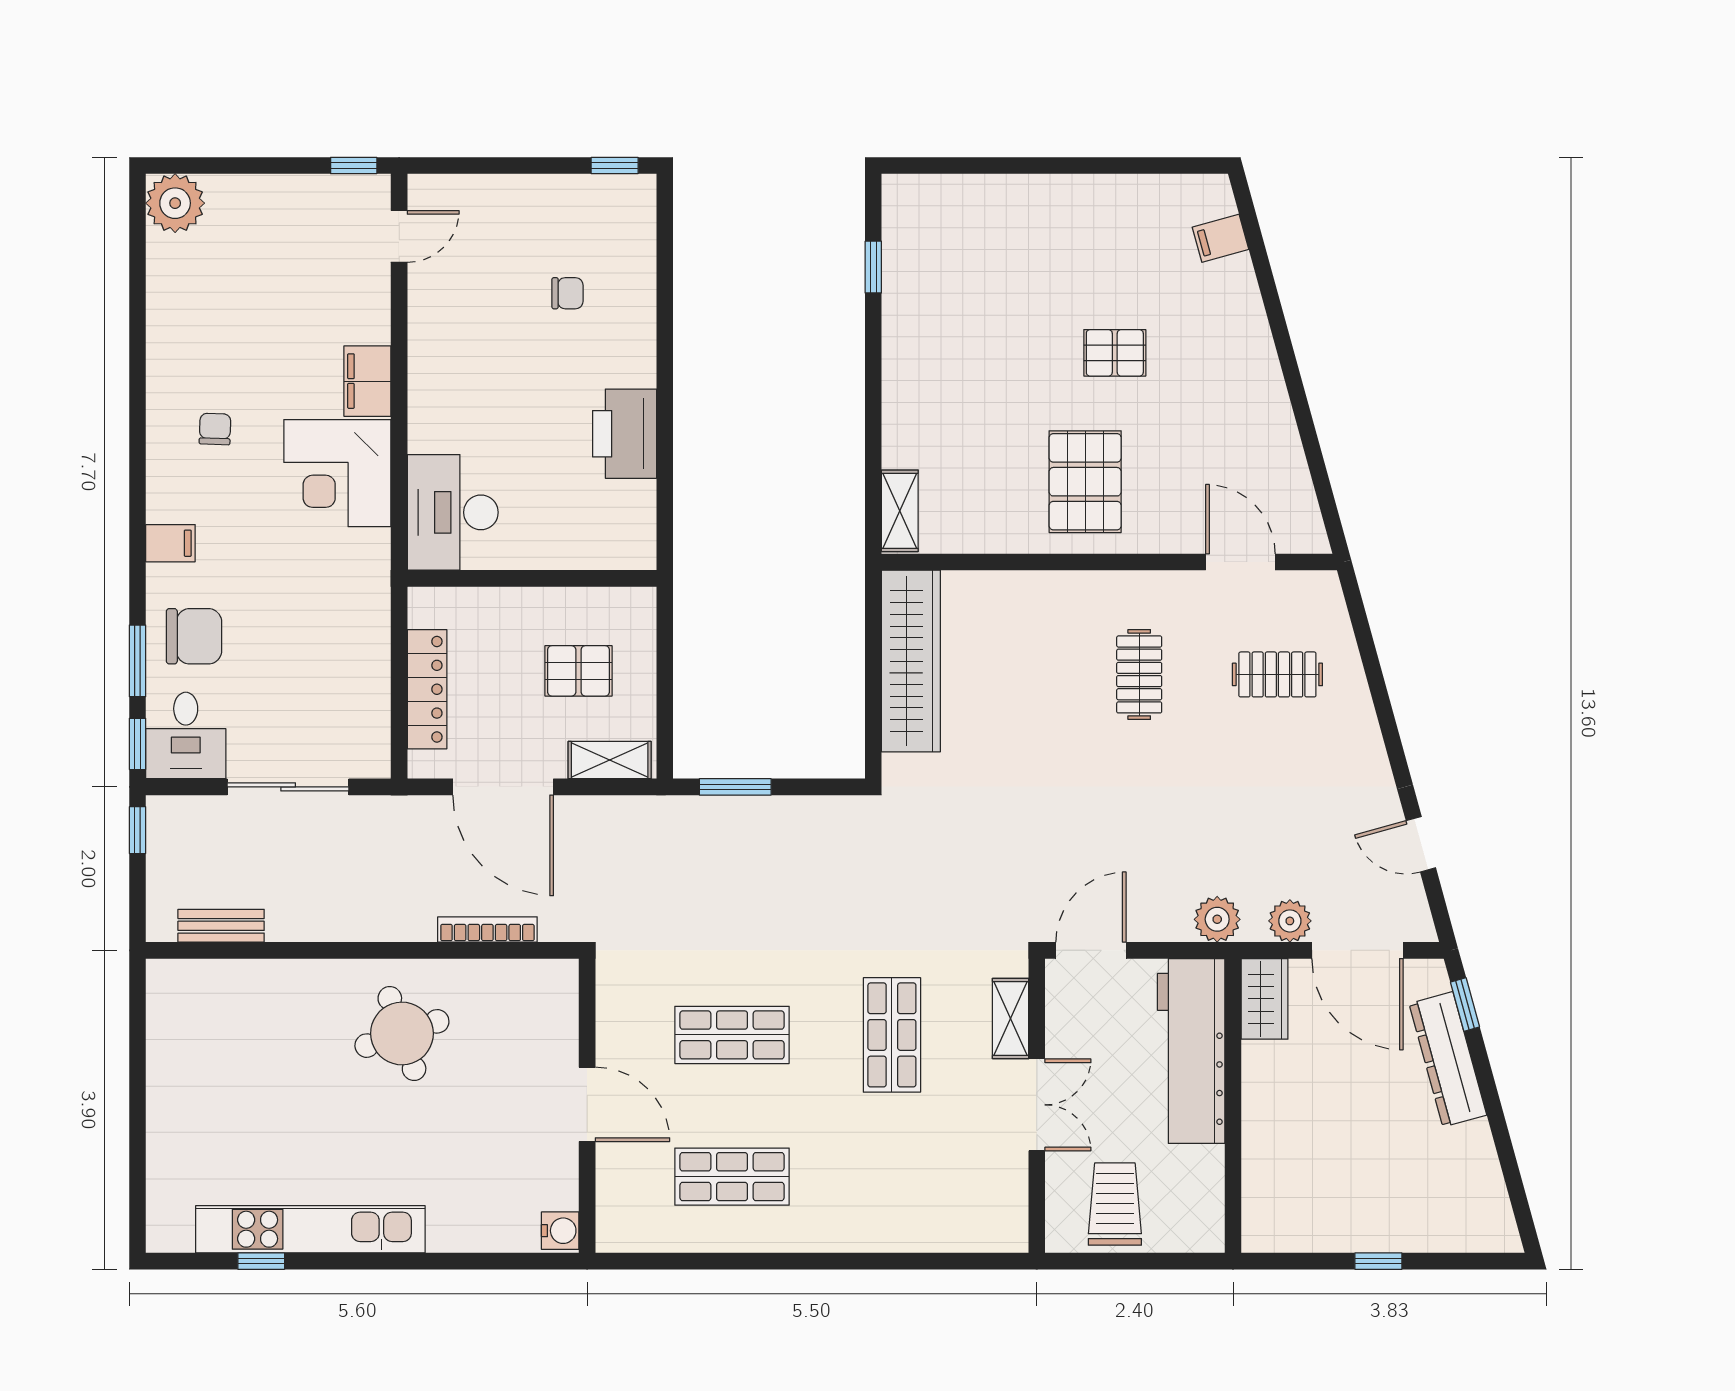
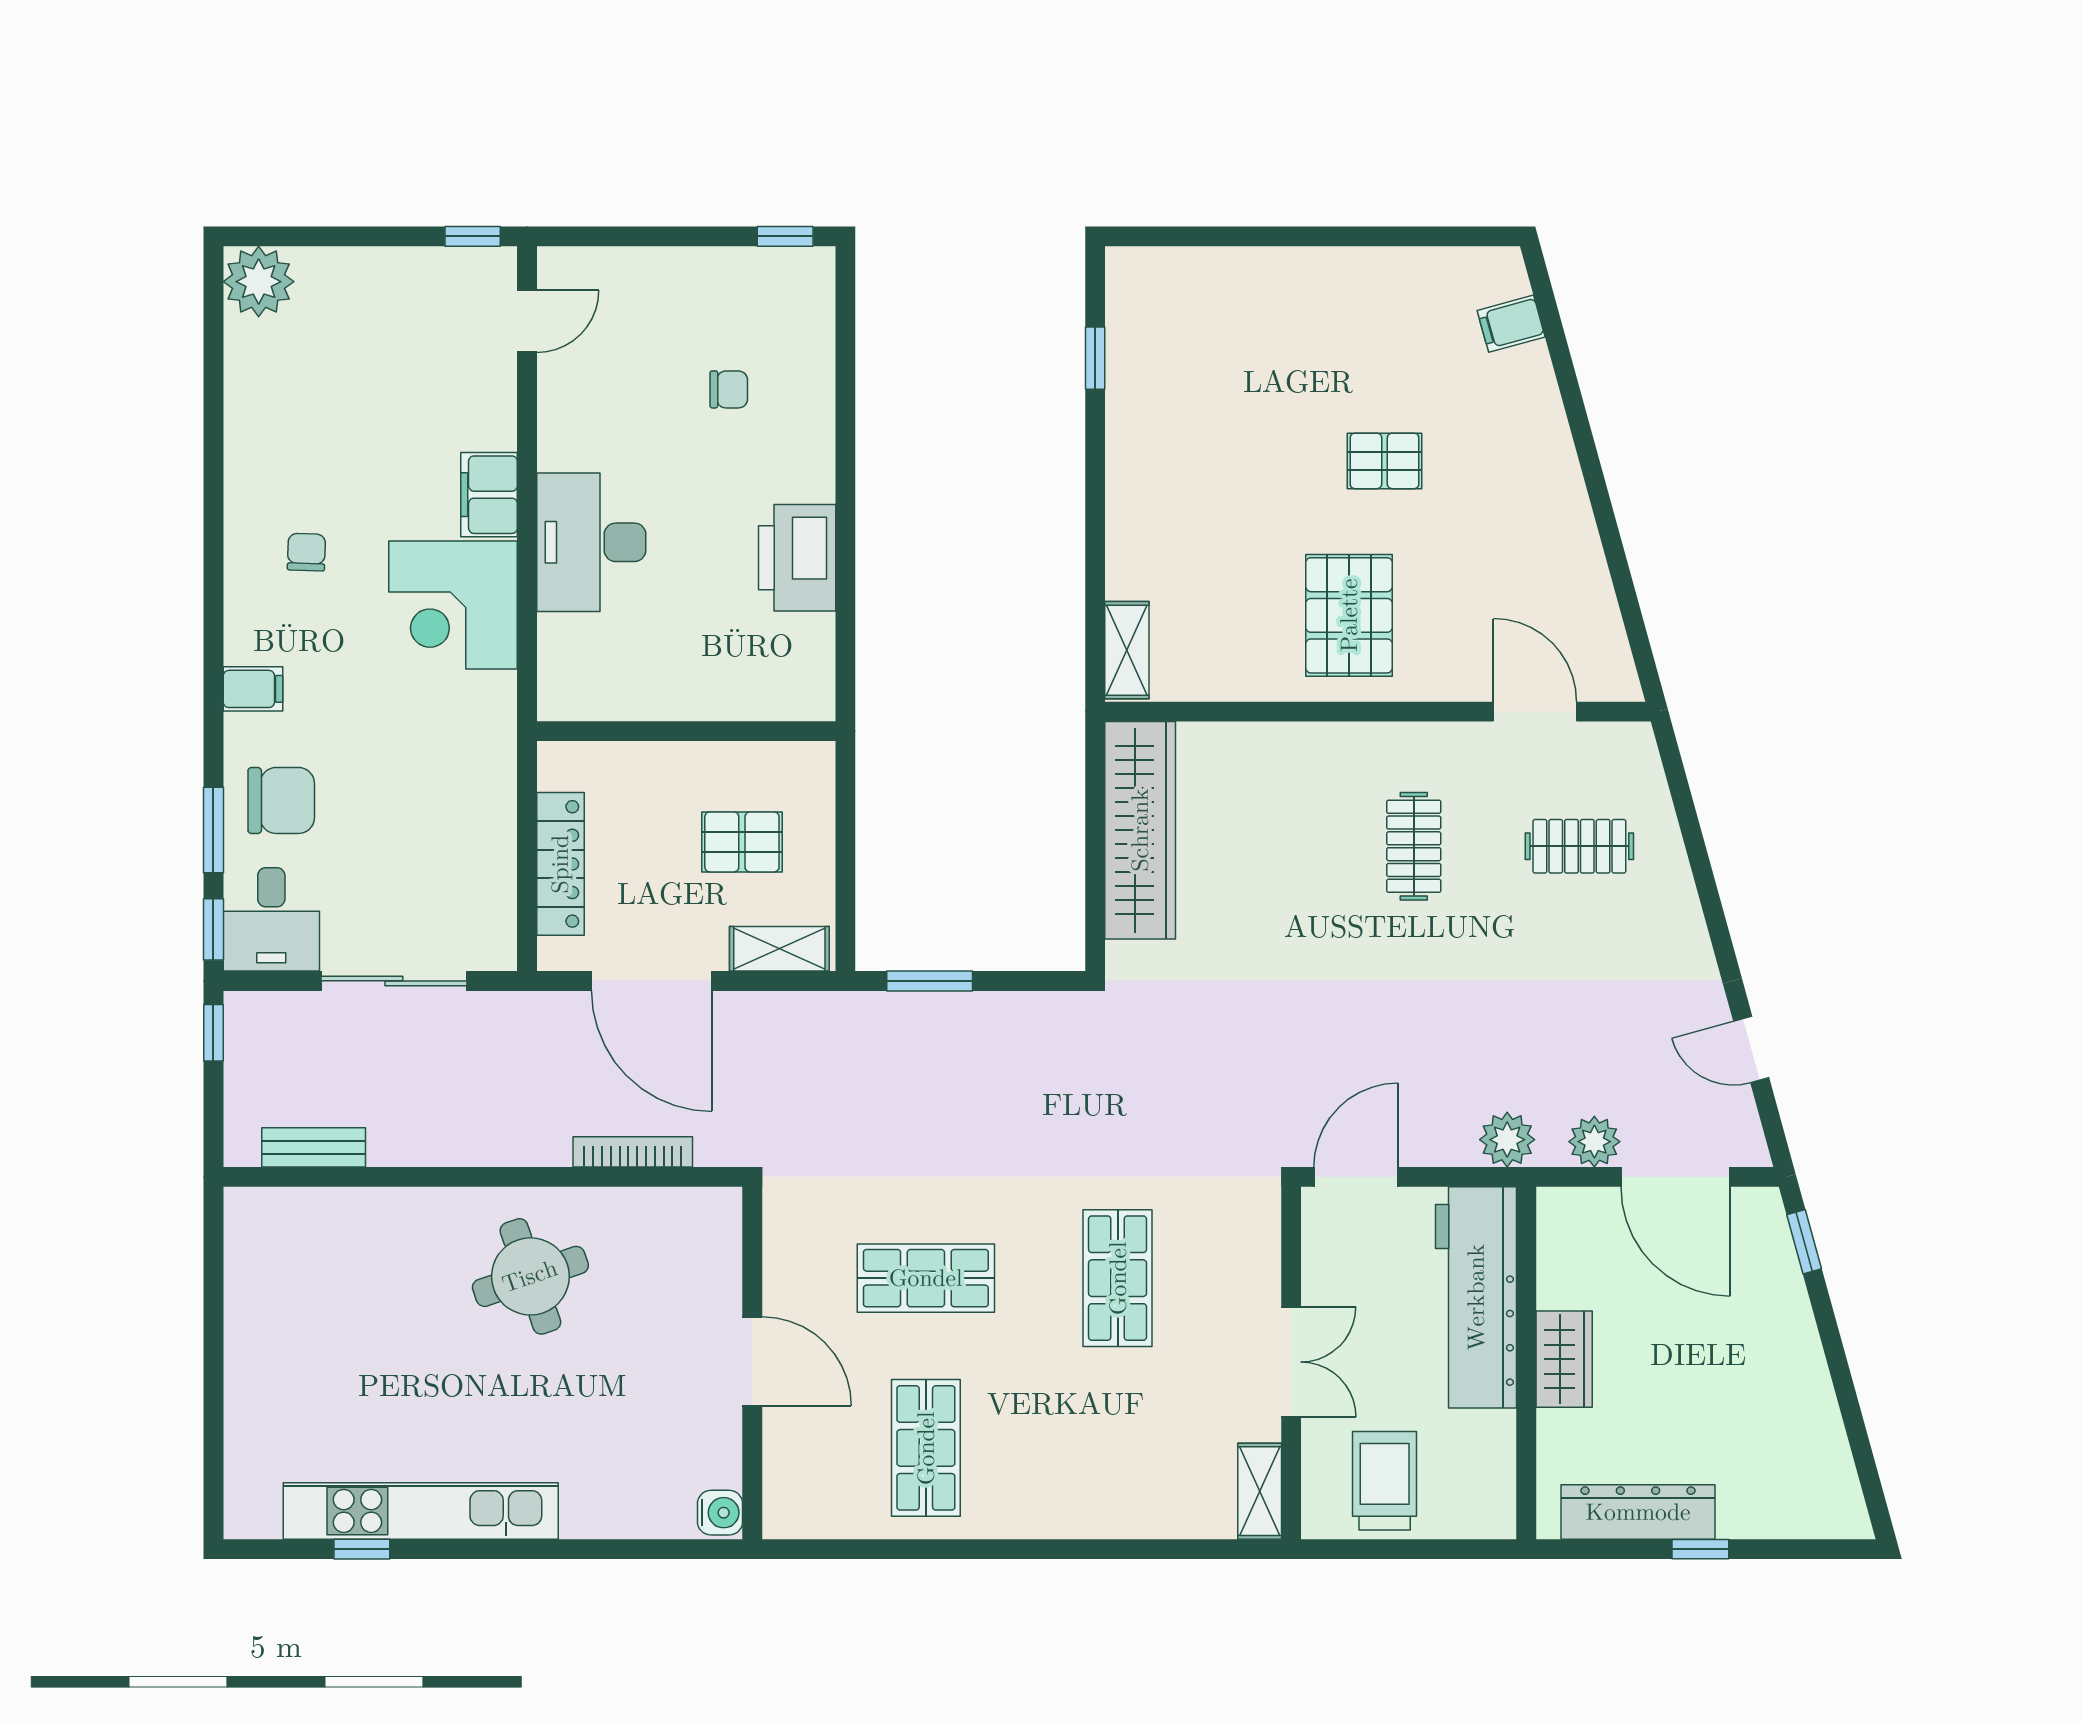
desk: (453, 512) -> (591, 542), moved
wardrobe: (1265, 999) -> (1564, 1359), moved
shelving: (1011, 1019) -> (1260, 1491), moved
dresser: (1448, 1059) -> (1638, 1512), moved, turned 105
shop shelf: (732, 1177) -> (926, 1448), turned 90

